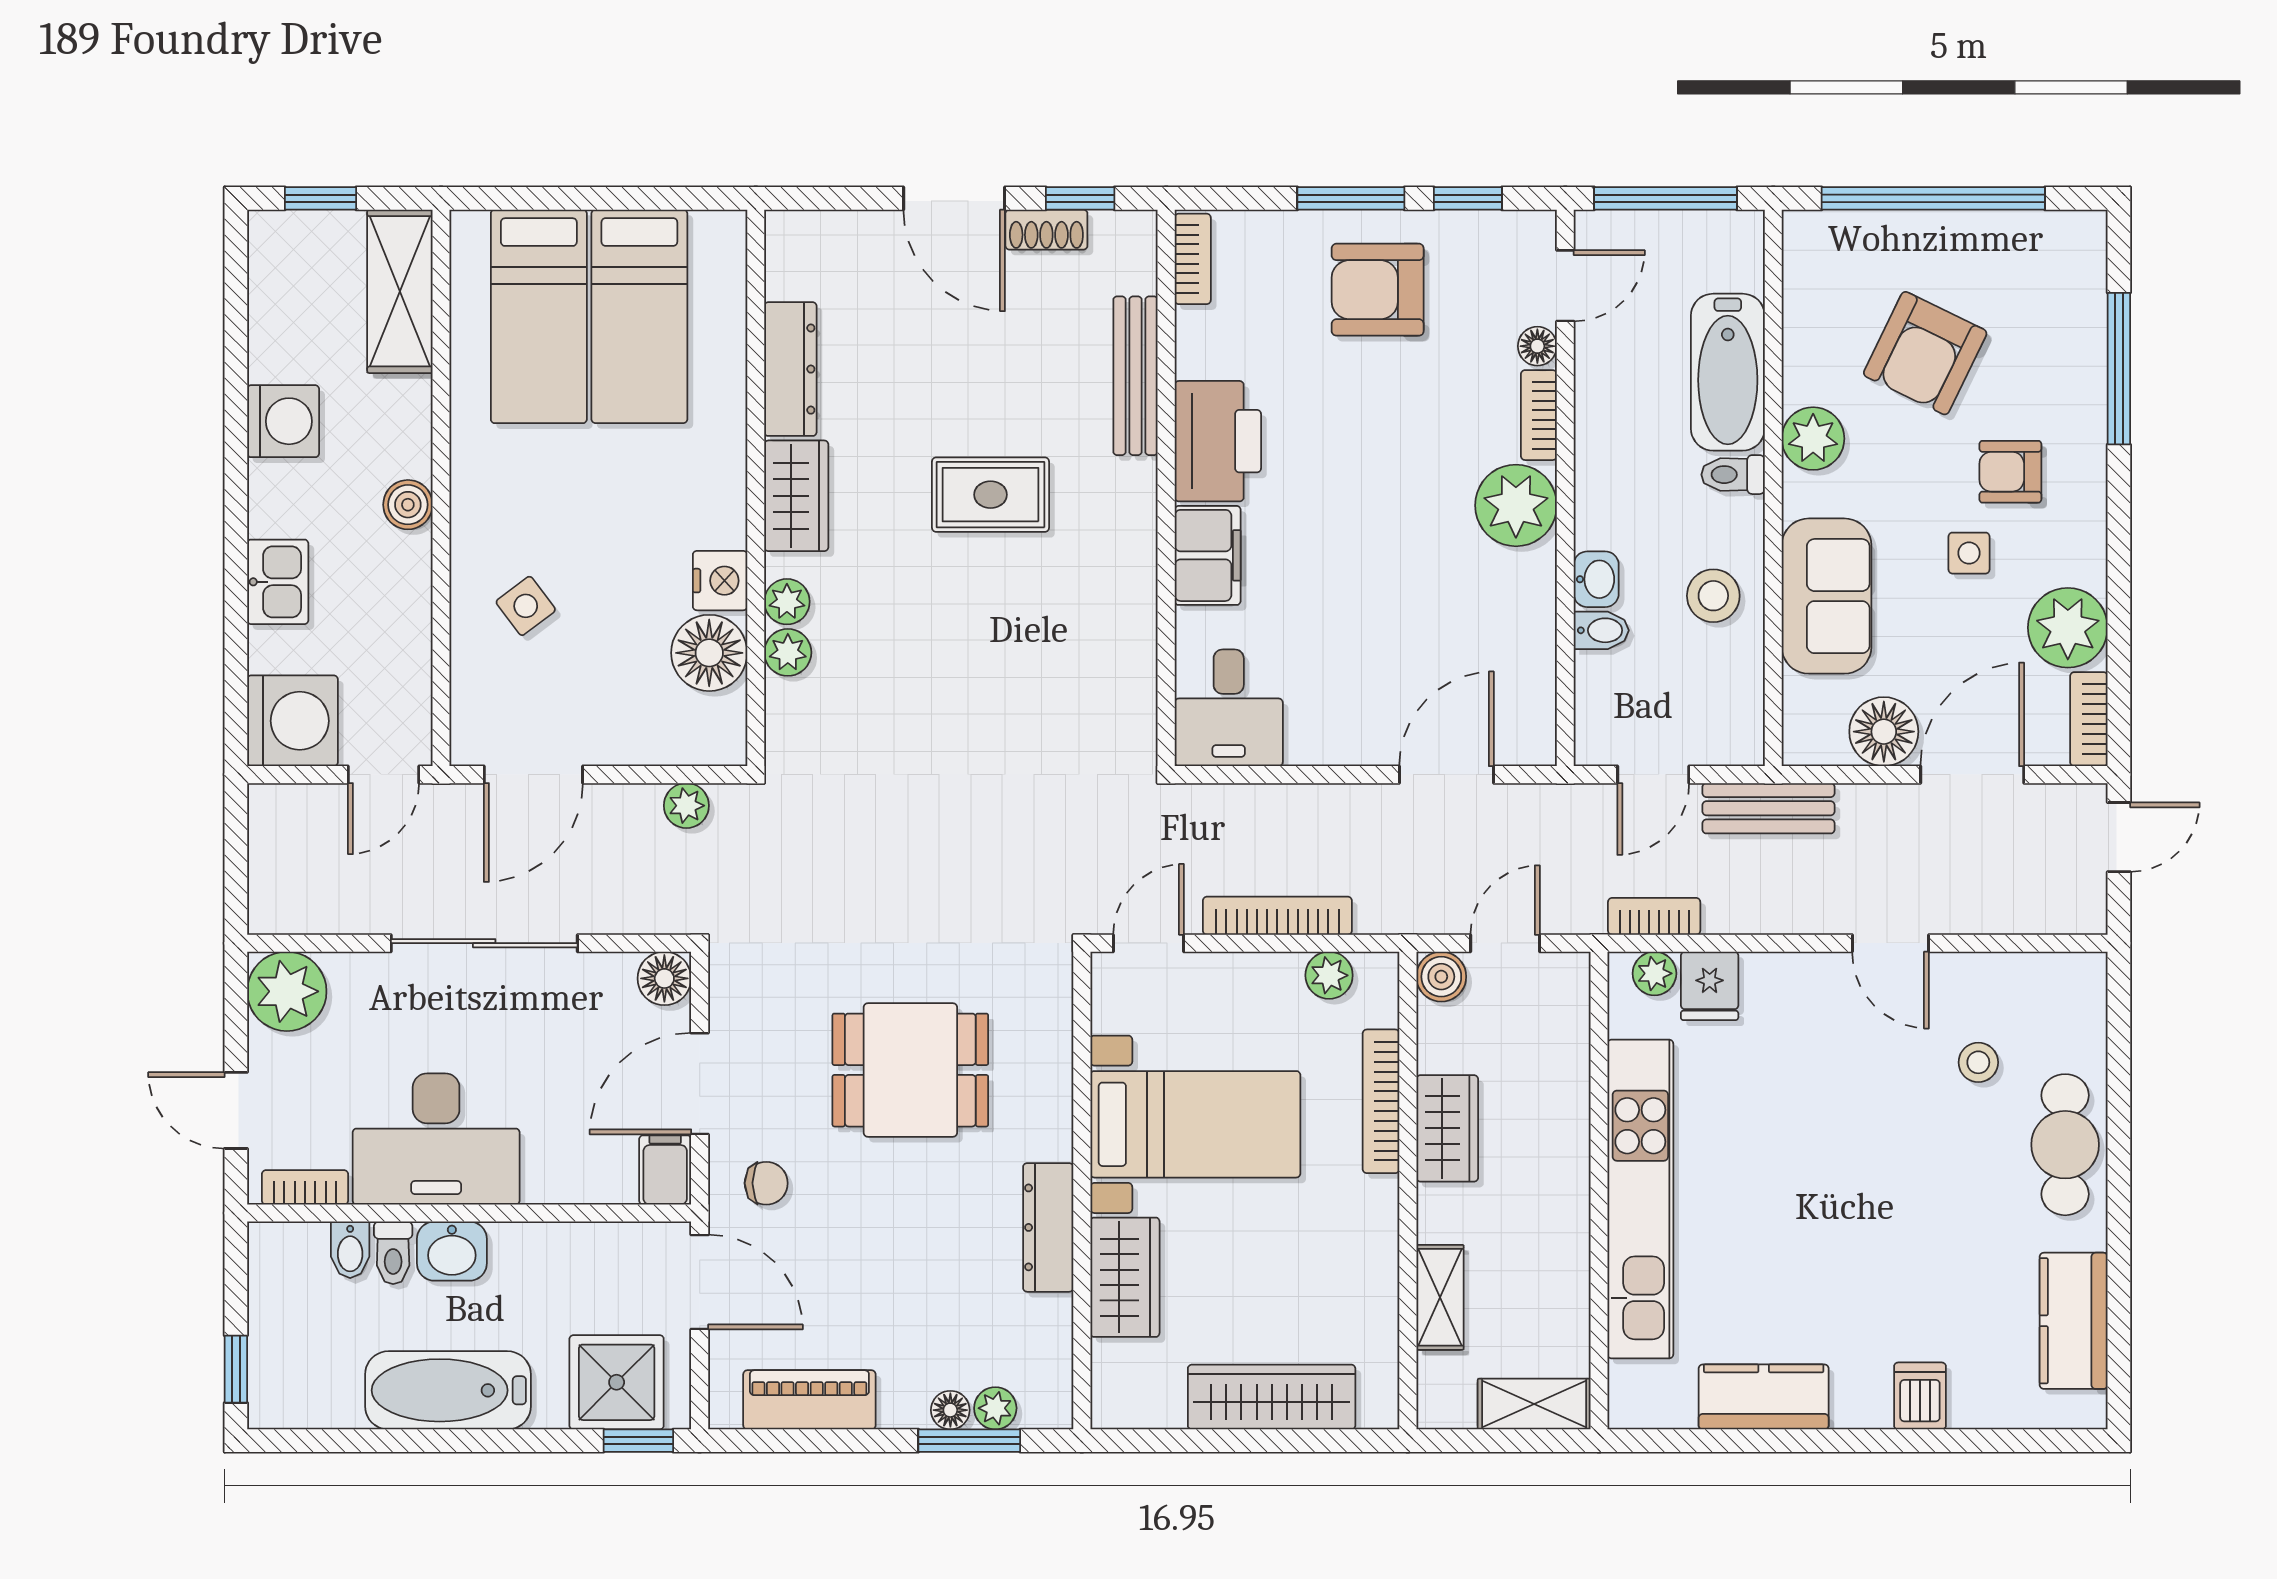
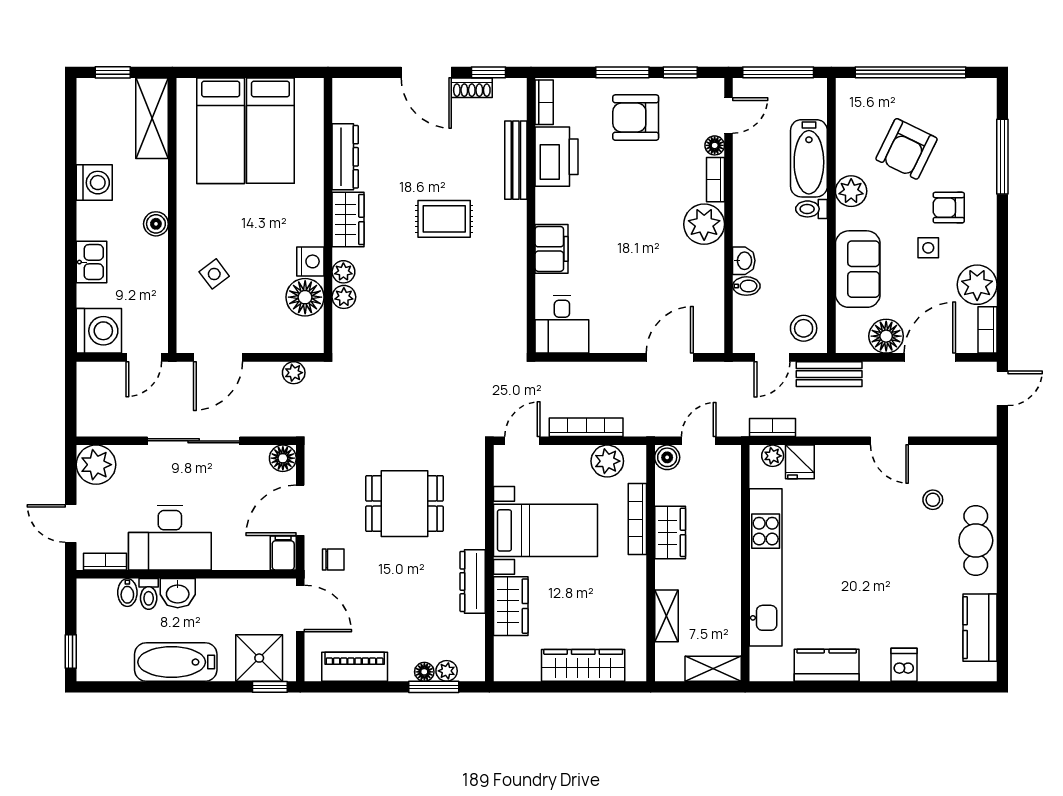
printer: (1218, 441) -> (557, 157), moved
stool: (1713, 596) -> (804, 328), moved
plant: (1329, 975) -> (607, 461), width x1.38, depth x1.38

